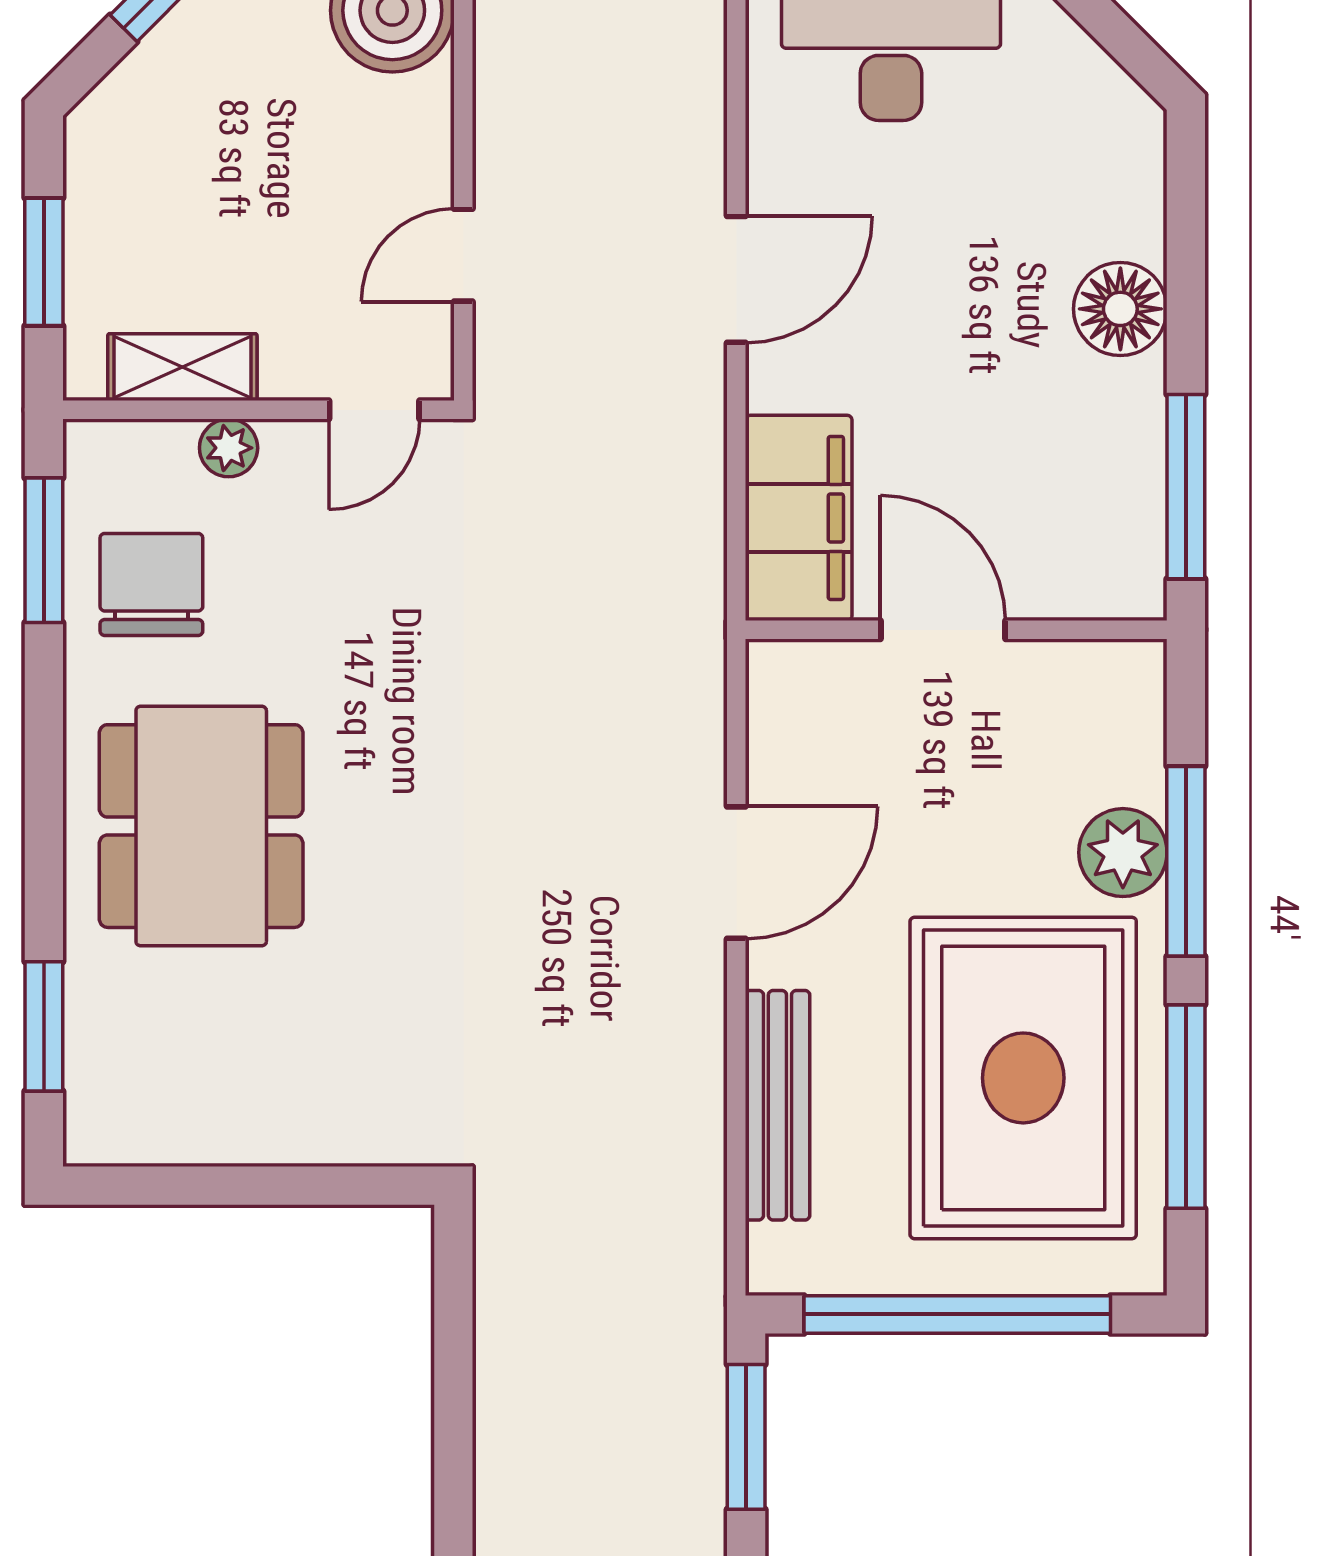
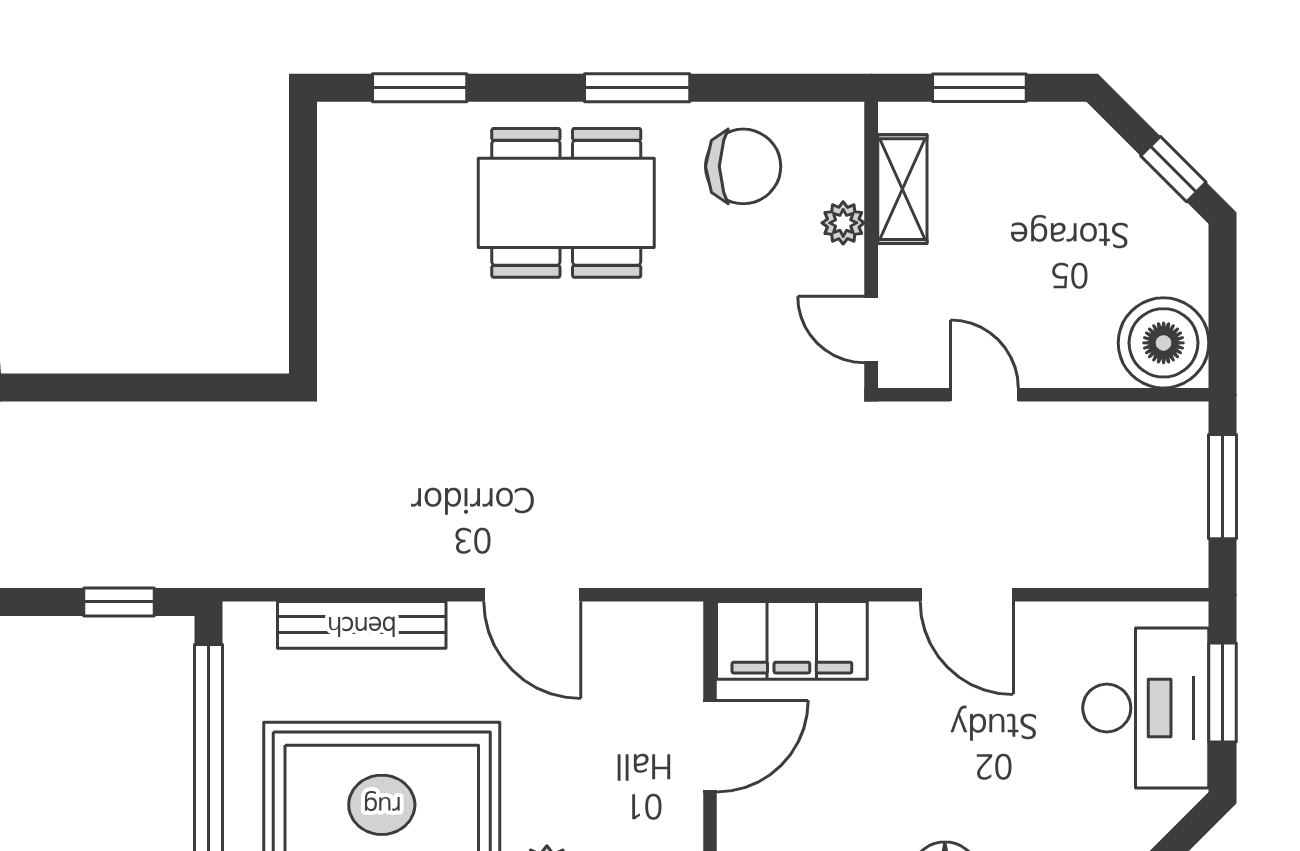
window: (44, 550) -> (637, 88), moved
window: (746, 1437) -> (119, 602), width x0.67

